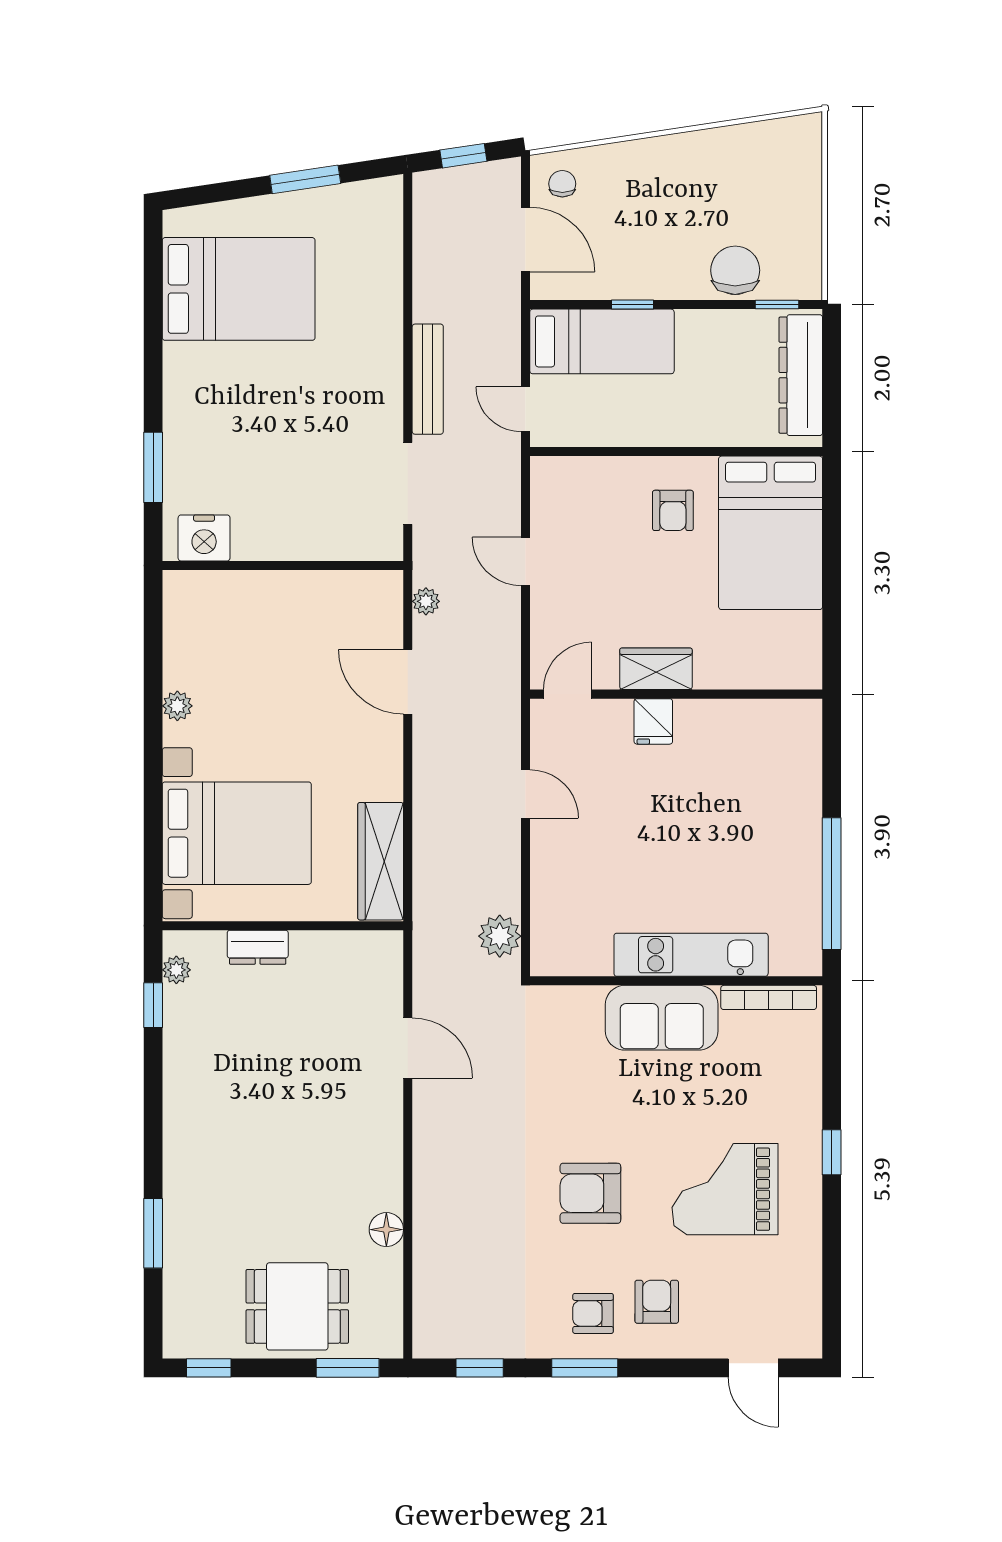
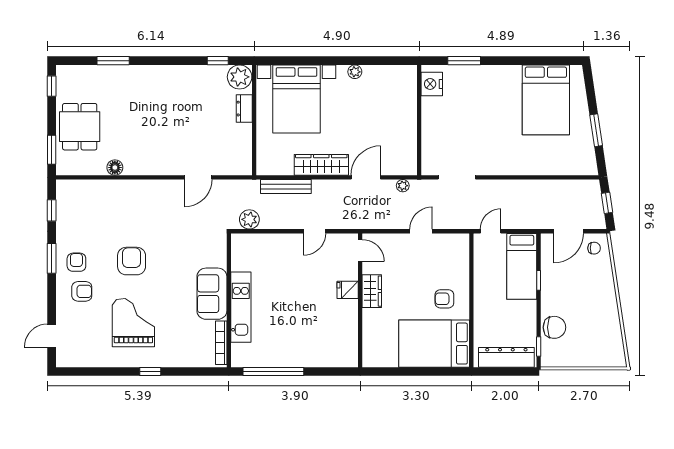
bench: (428, 379) -> (286, 186), moved
wardrobe: (381, 861) -> (321, 165), moved
plant: (176, 970) -> (240, 77), width x1.87, depth x1.87

